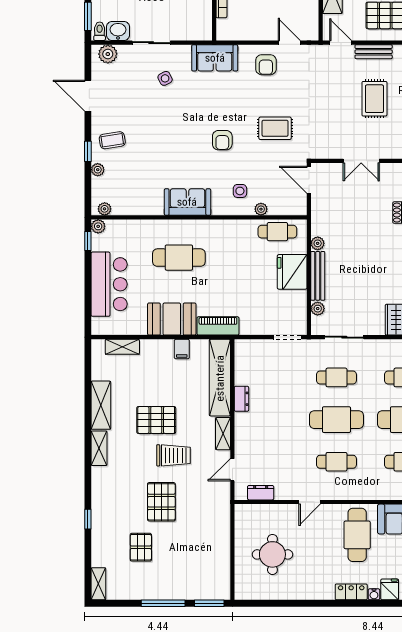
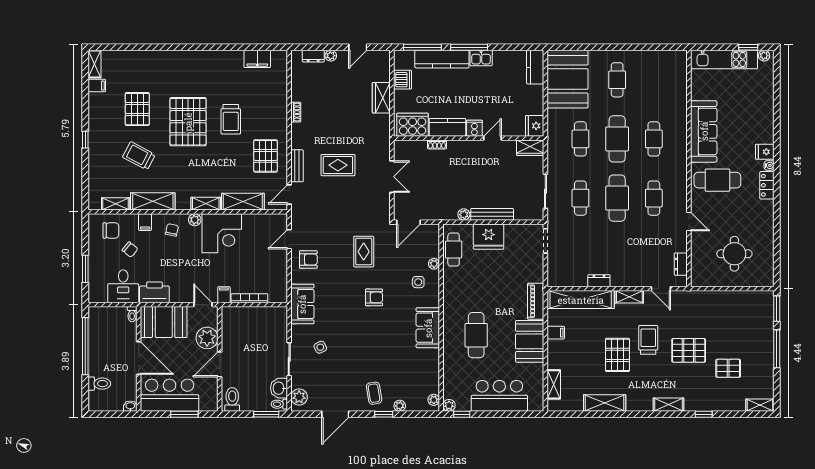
plant: (318, 309) -> (521, 214), removed
shelving: (99, 448) -> (668, 405), moved

